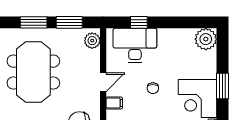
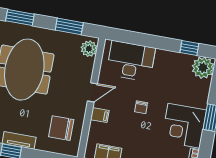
window: (34, 22) -> (20, 17), moved
window: (139, 22) -> (189, 48), moved

